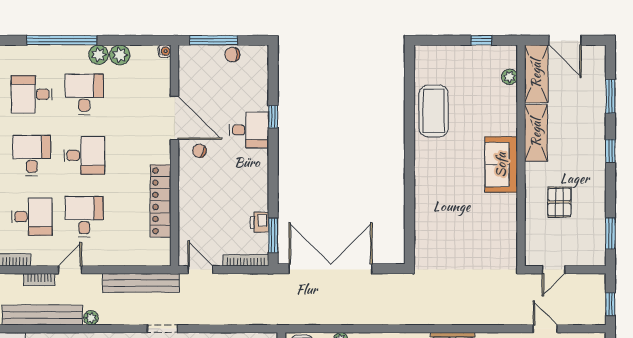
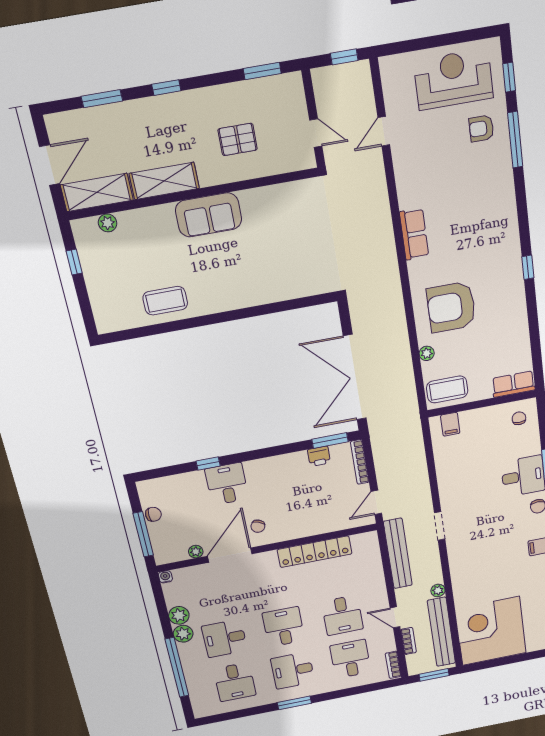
chair: (232, 54) -> (153, 514), turned -90
plant: (185, 86) -> (196, 552), added
coffee table: (434, 111) -> (165, 301), width x0.73, depth x0.76
desk: (84, 217) -> (342, 615), turned -90

